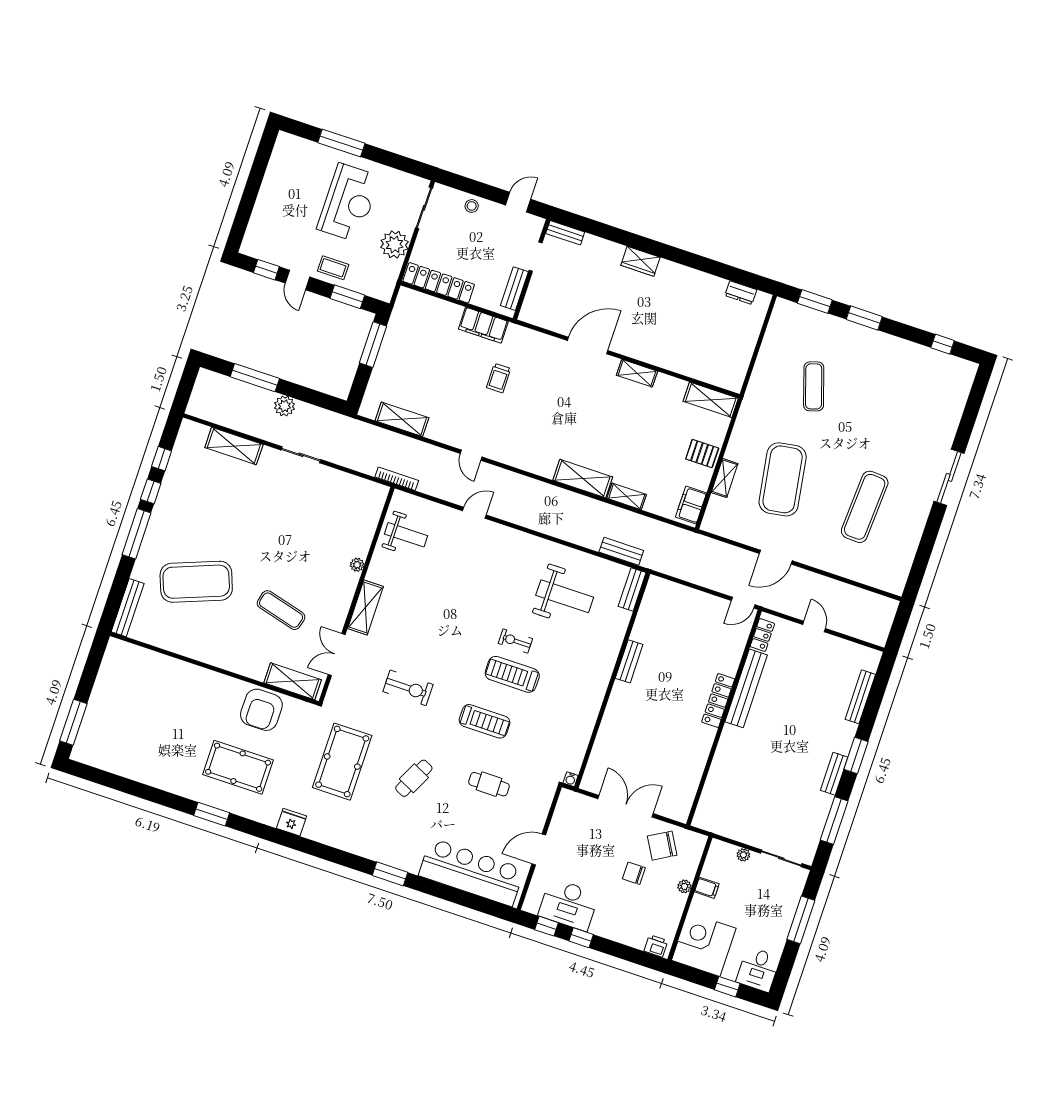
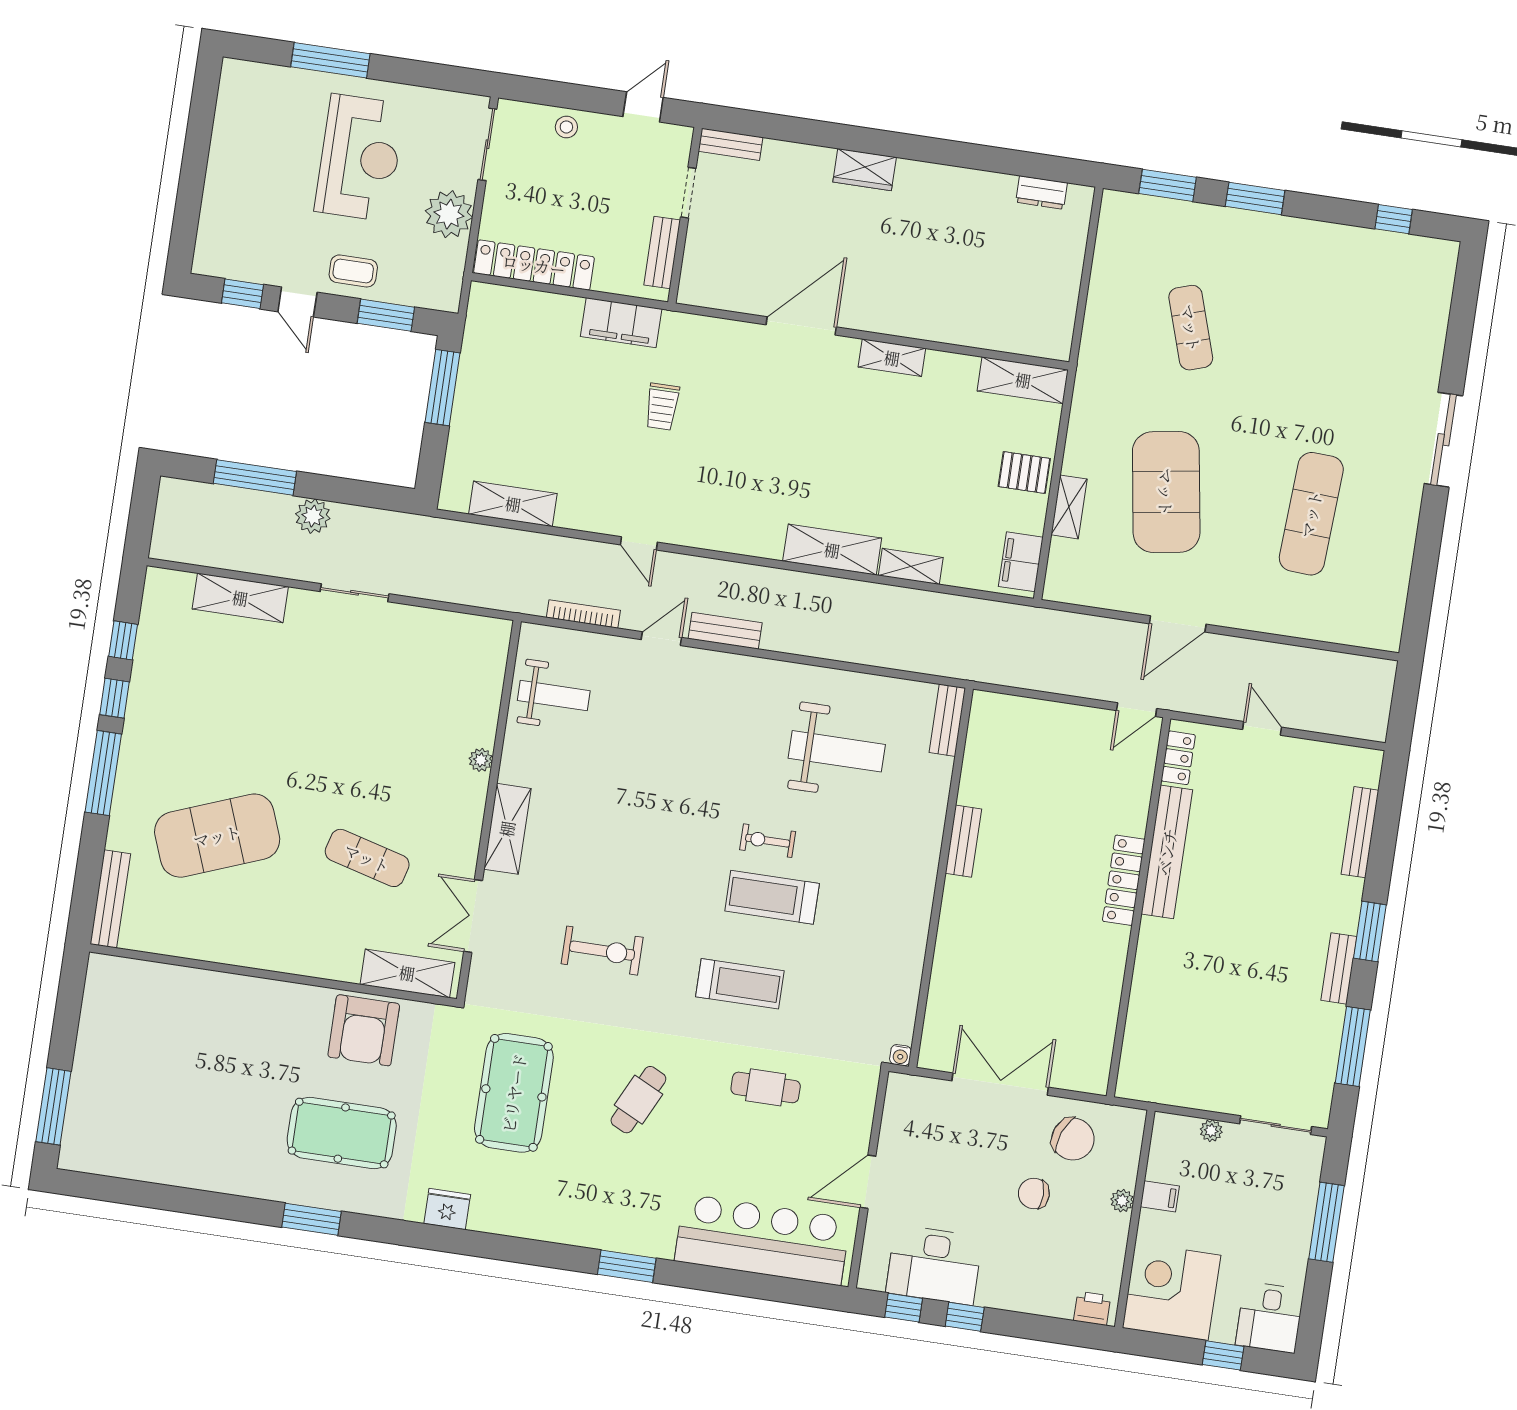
bookcase: (397, 479) -> (583, 614), moved
bench: (621, 551) -> (725, 631), moved
chair: (662, 846) -> (1073, 1139), turned -129

